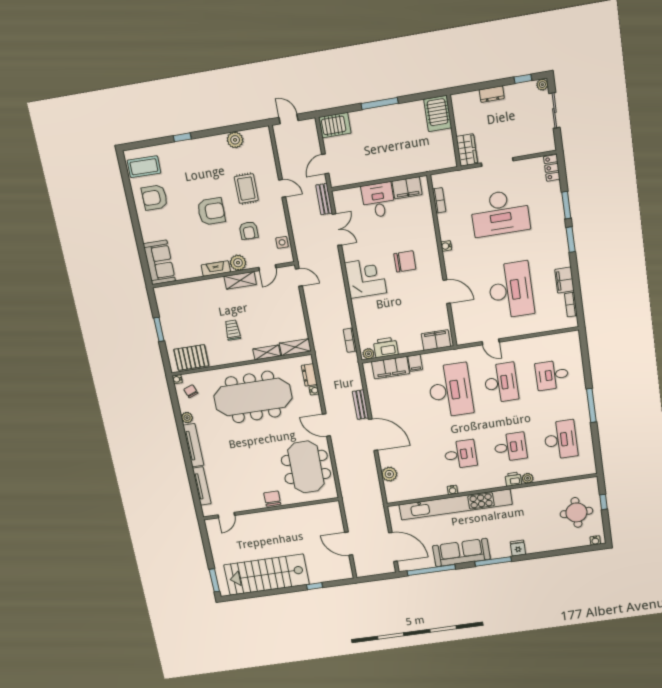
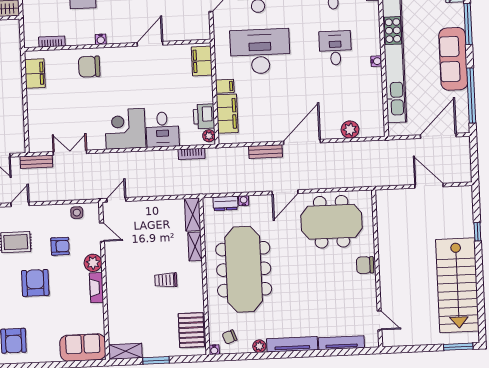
desk: (378, 200) -> (162, 129), moved, turned -90
chair: (405, 261) -> (89, 67), moved, turned -90
shelving: (240, 280) -> (125, 351), moved, turned 90
door: (349, 544) -> (429, 186), swing flipped

